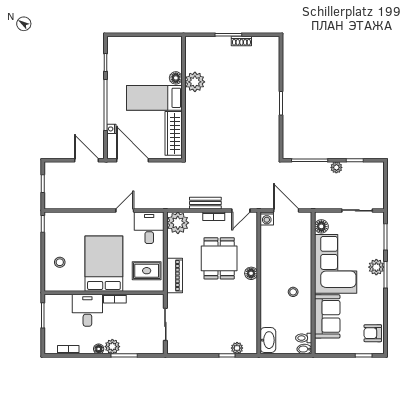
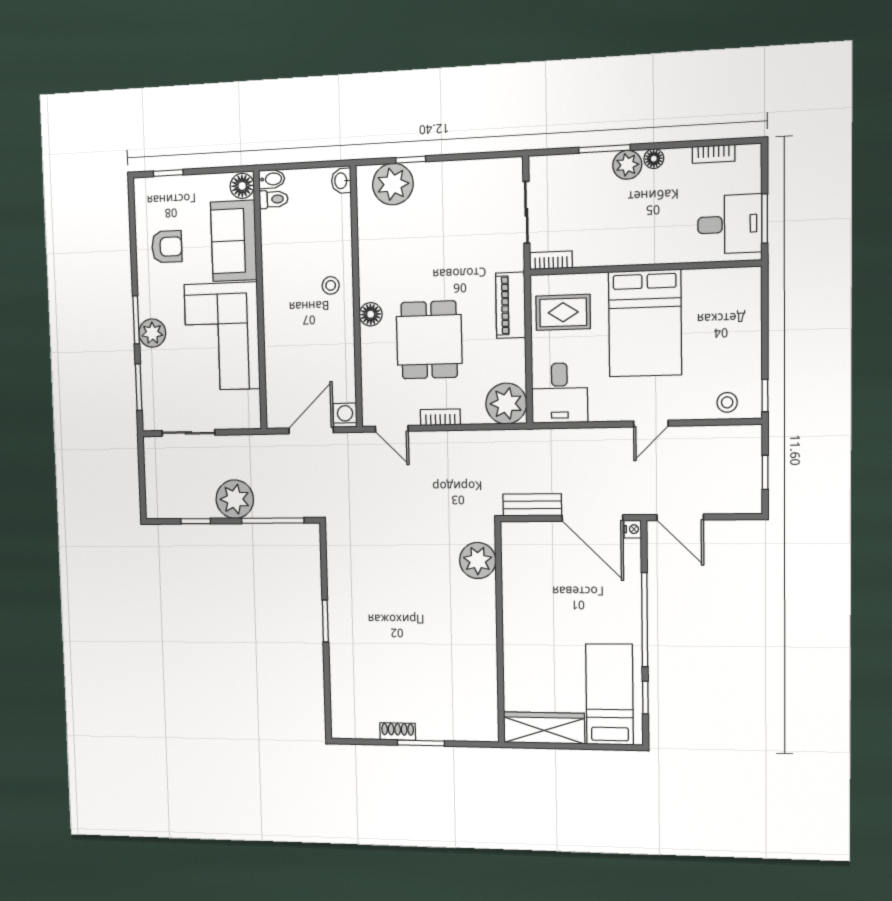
floor lamp: (176, 78) -> (514, 668), removed
plant: (195, 82) -> (478, 560), moved
bed: (154, 98) -> (610, 694), moved, turned -90
nightstand: (111, 129) -> (633, 529), moved
wardrobe: (174, 133) -> (544, 728), moved, turned -90
plant: (336, 167) -> (235, 499), width x1.87, depth x1.87
bench: (205, 203) -> (532, 505), moved
door: (125, 210) -> (651, 424), moved
door: (241, 210) -> (392, 429), swing flipped
door: (286, 210) -> (311, 430), swing flipped
floor lamp: (321, 226) -> (242, 186), moved
stool: (60, 262) -> (727, 402), moved
stool: (293, 292) -> (331, 285), moved
bookcase: (115, 299) -> (551, 260), moved
desk: (87, 310) -> (730, 224), moved, turned -90
armchair: (373, 333) -> (167, 247), moved
washbasin: (268, 340) -> (341, 181), width x0.52, depth x0.69
plant: (237, 348) -> (393, 184), width x1.87, depth x1.87

